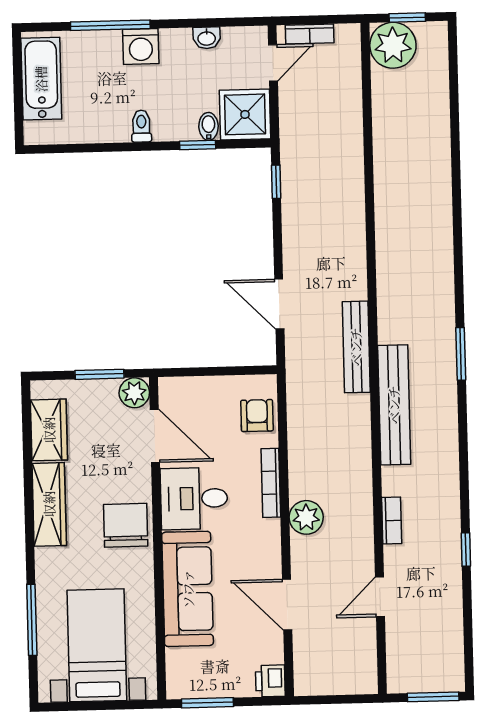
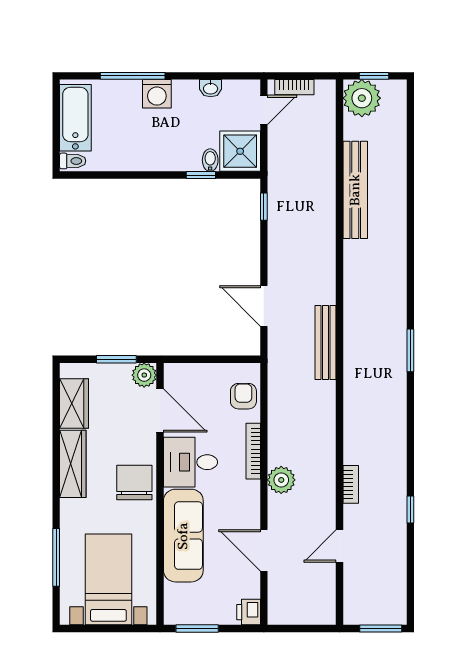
toilet: (141, 126) -> (73, 161), moved, turned 90
bench: (394, 405) -> (355, 190), moved

